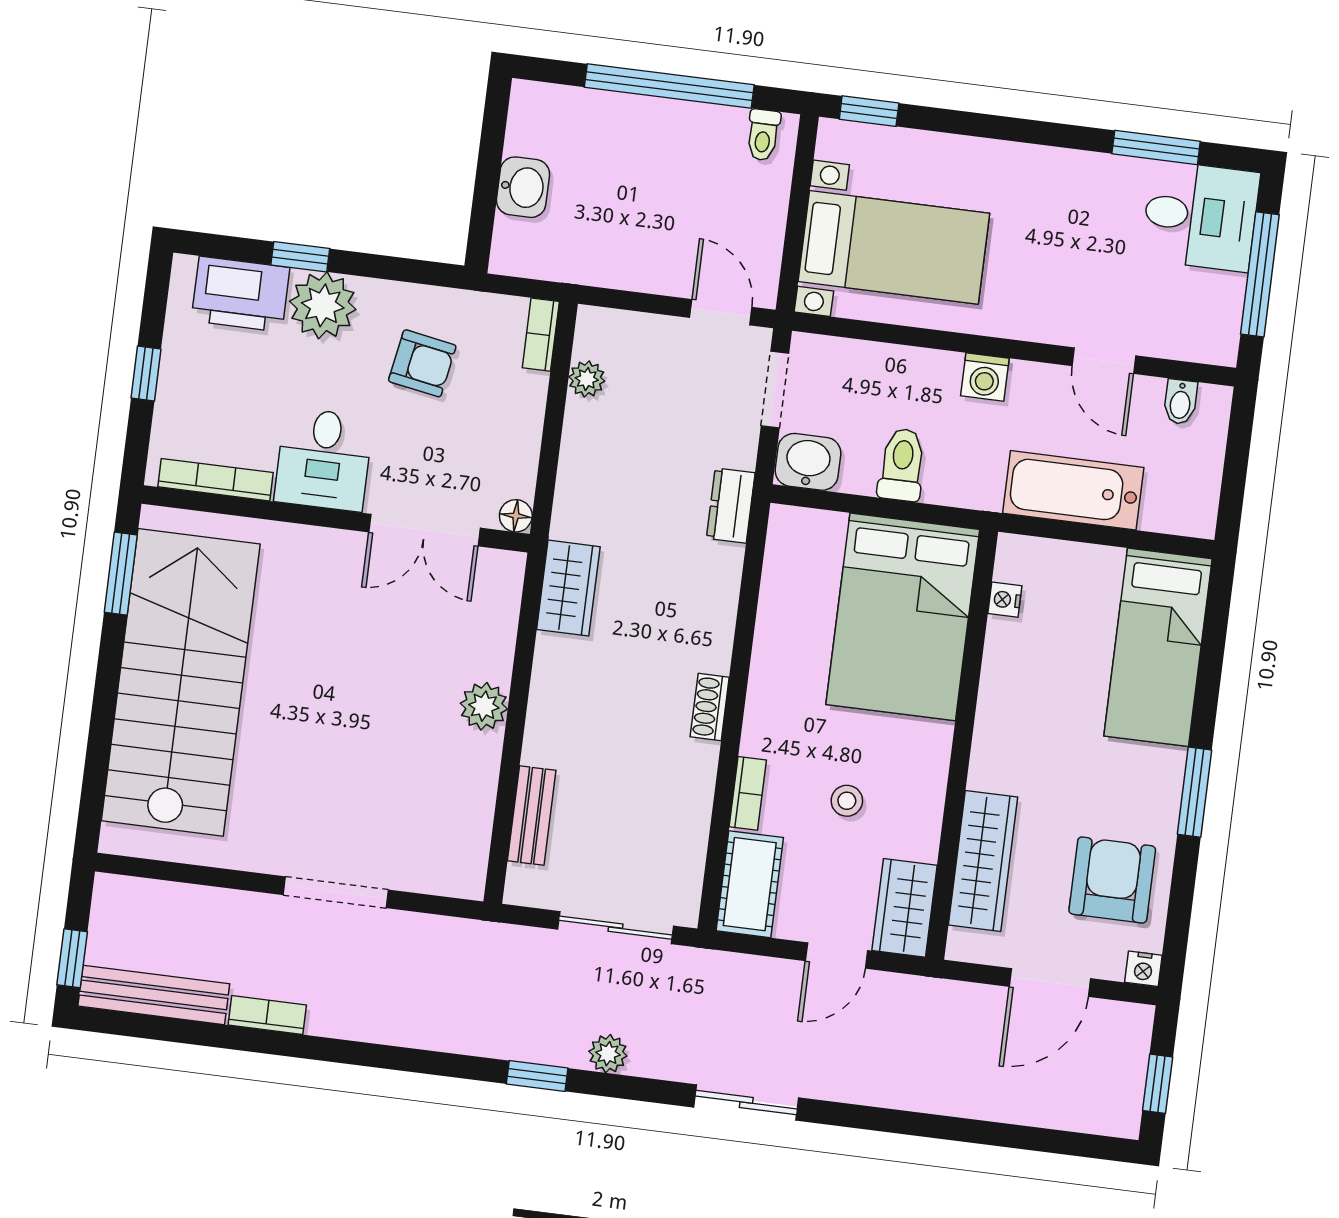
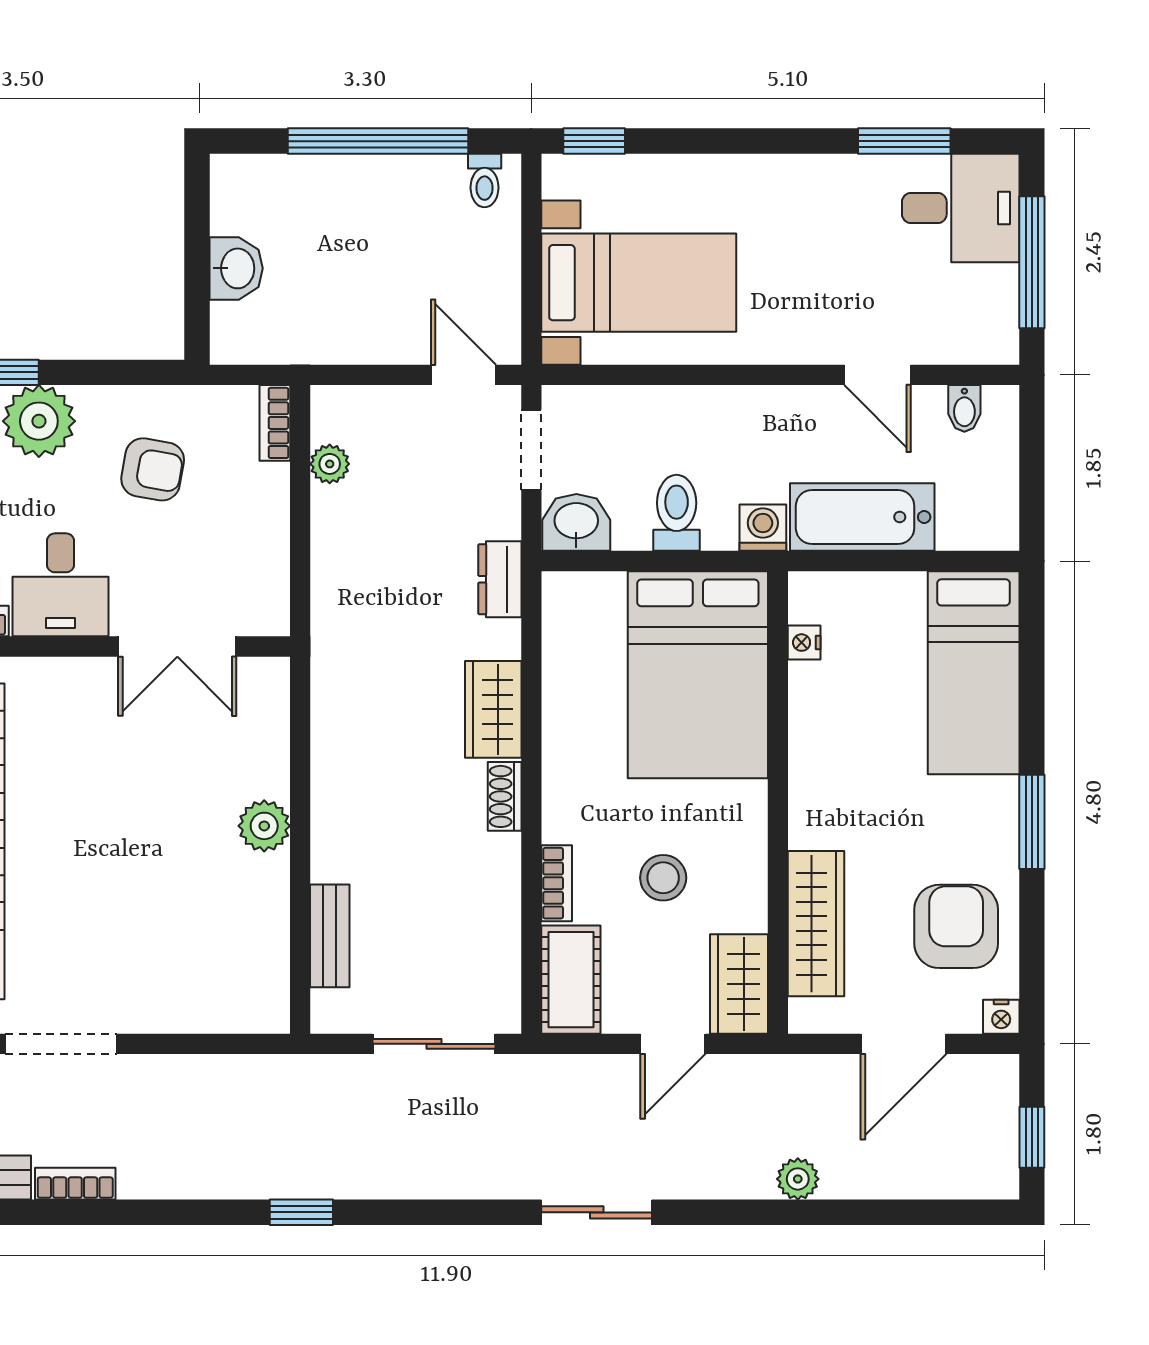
washing machine: (985, 377) -> (763, 528), moved, turned 180
floor lamp: (516, 516) -> (273, 619), removed
wardrobe: (568, 588) -> (493, 709), moved, turned 180
stool: (847, 801) -> (663, 878), width x1.37, depth x1.37
doorway: (336, 892) -> (61, 1044), moved
plant: (608, 1054) -> (798, 1179), moved
window: (537, 1076) -> (301, 1212), moved

